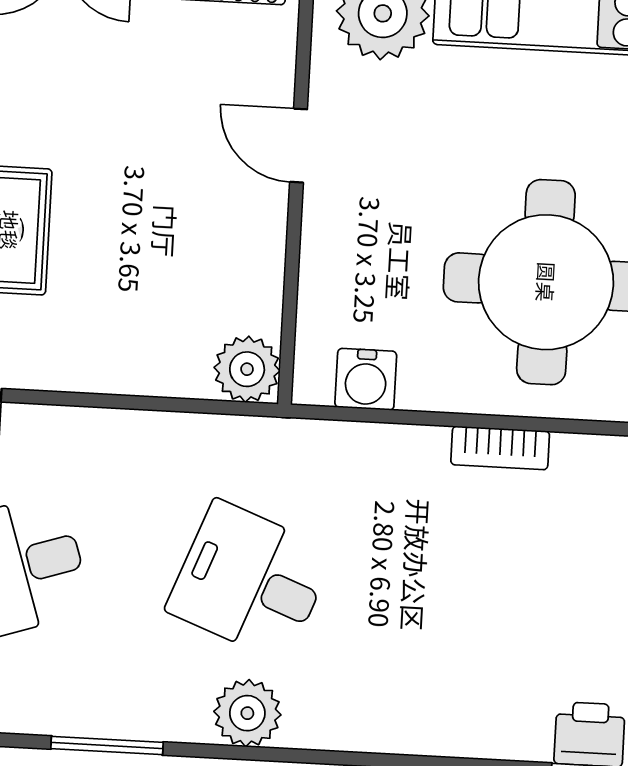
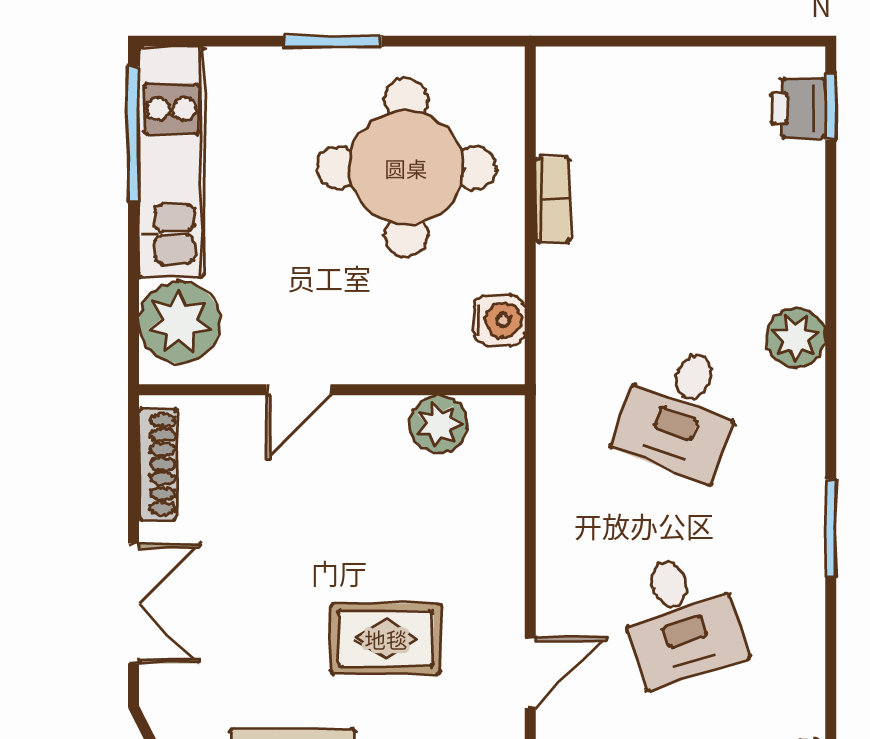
plant: (247, 369) -> (439, 424), moved
plant: (247, 713) -> (796, 338), moved

